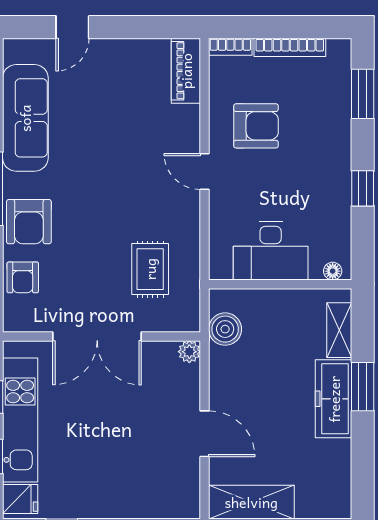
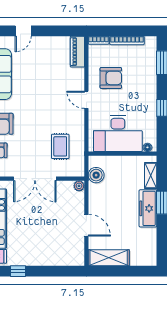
desk: (271, 251) -> (118, 133), width x1.36, depth x1.30

